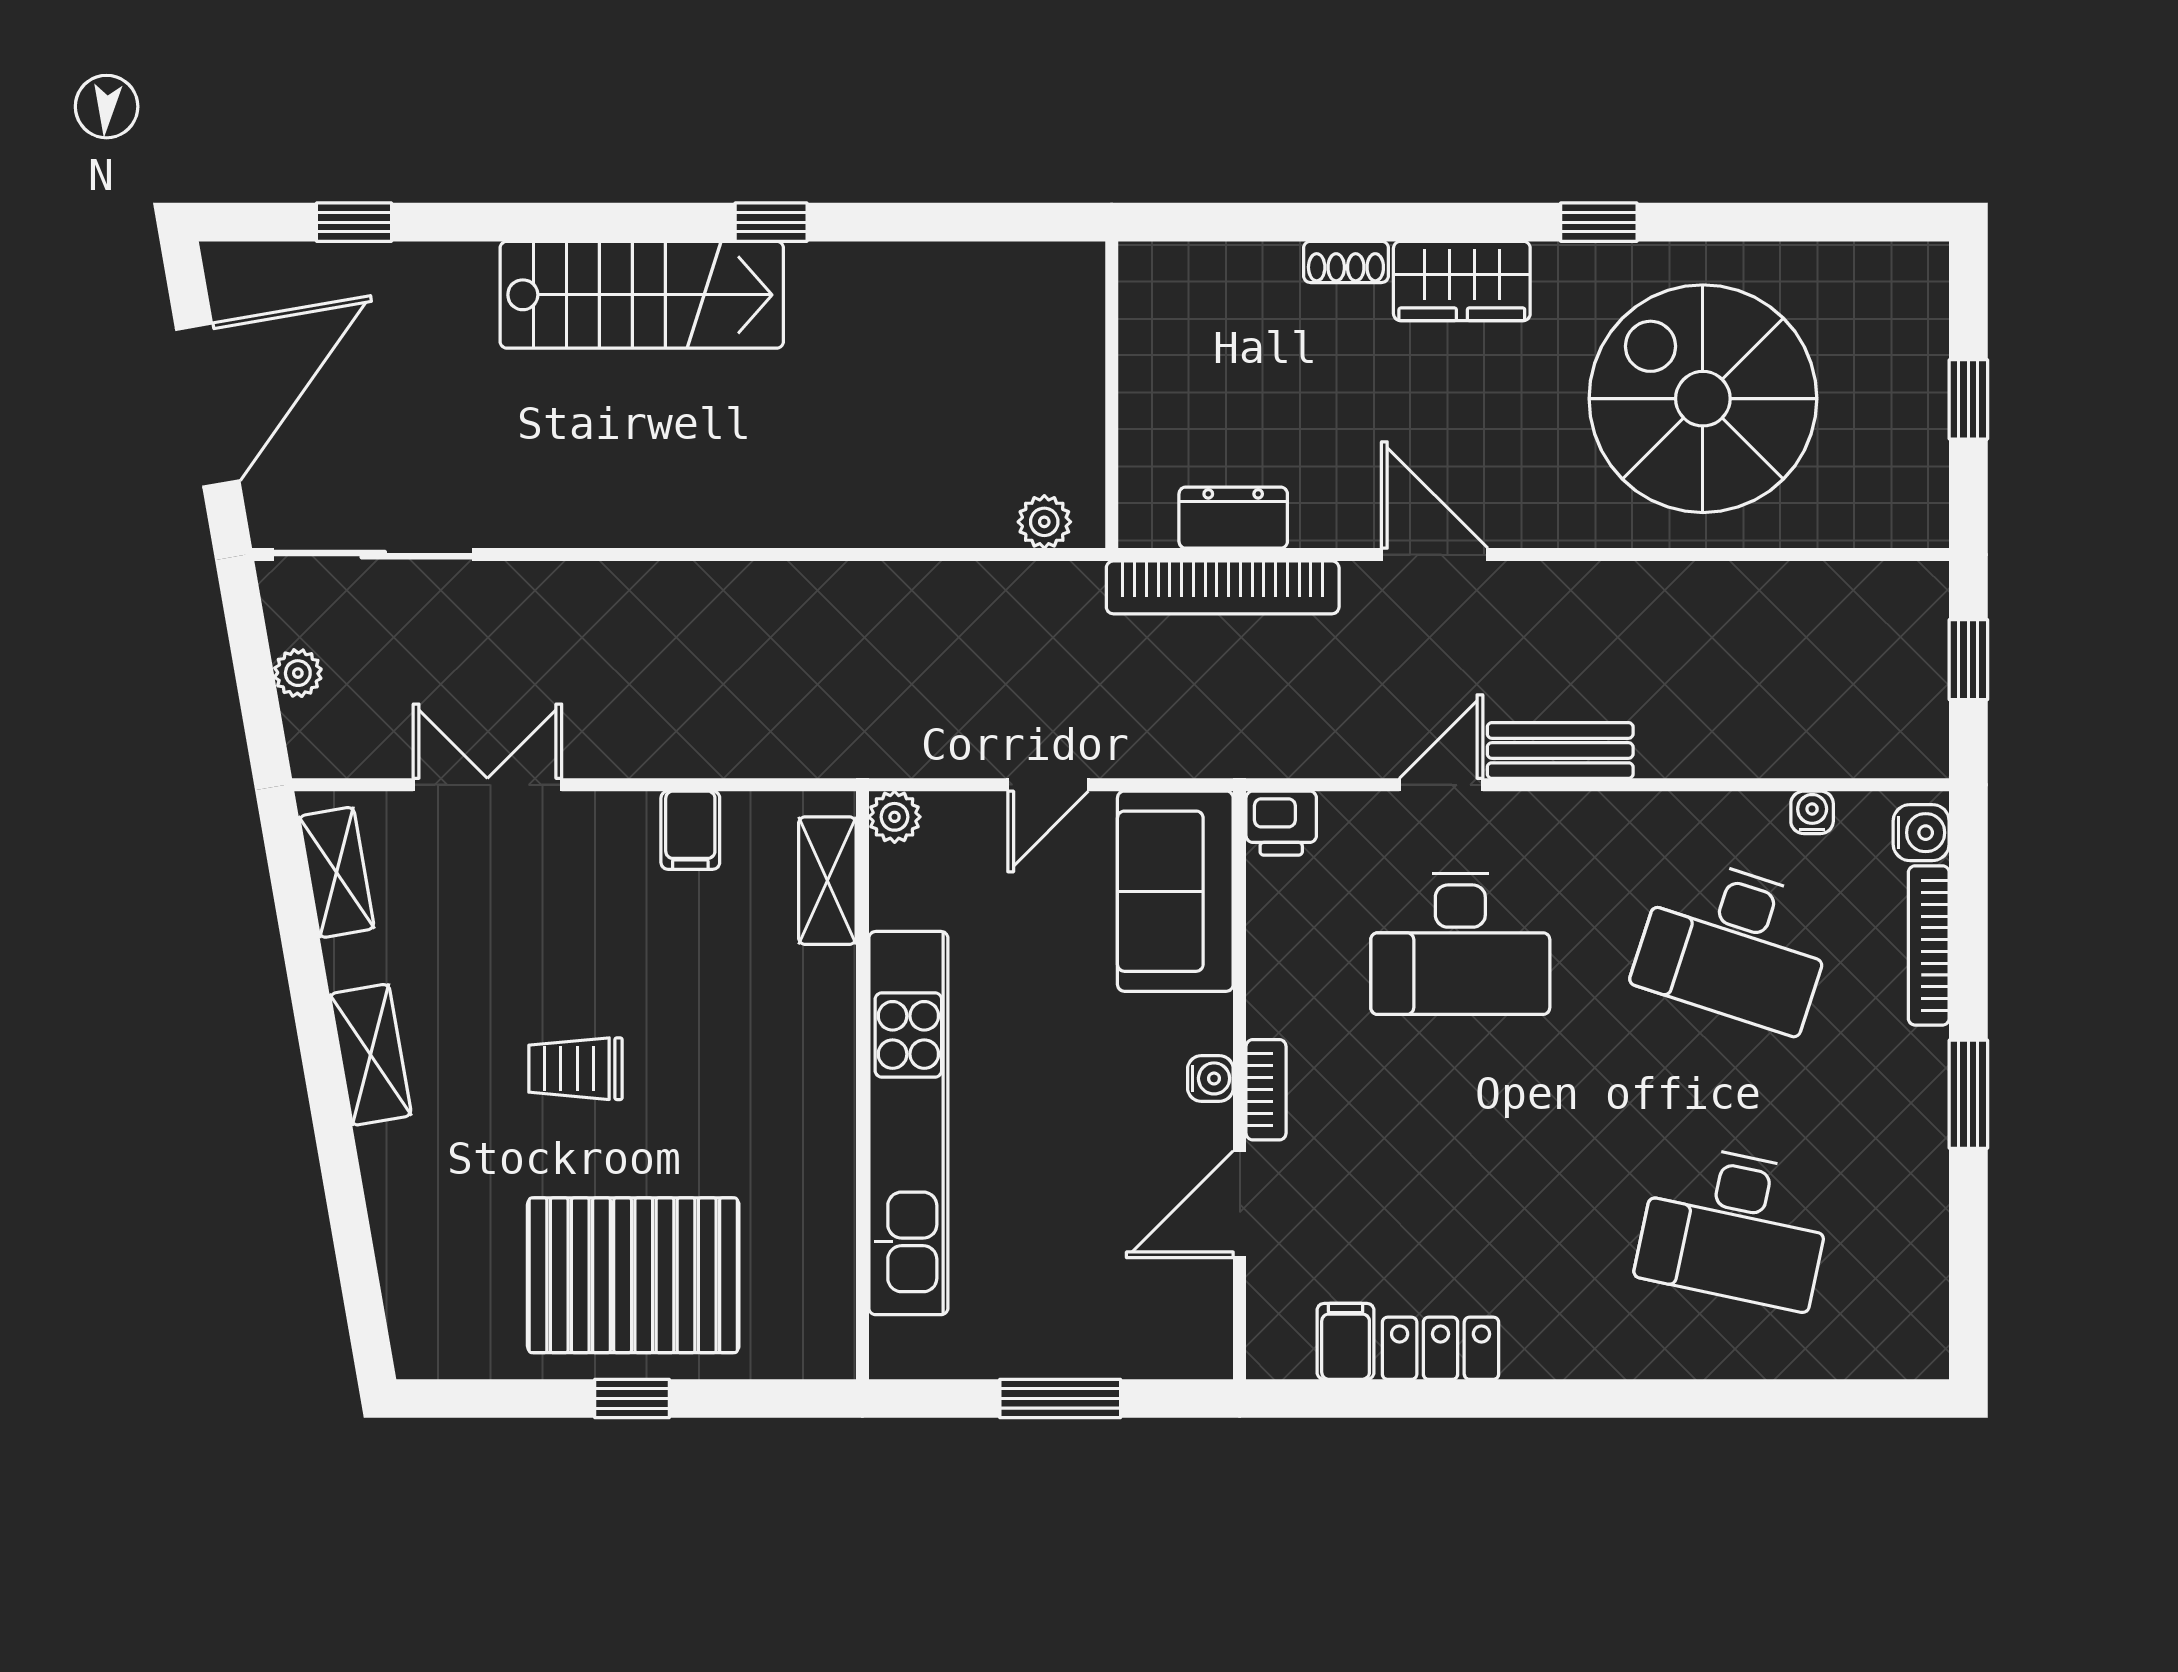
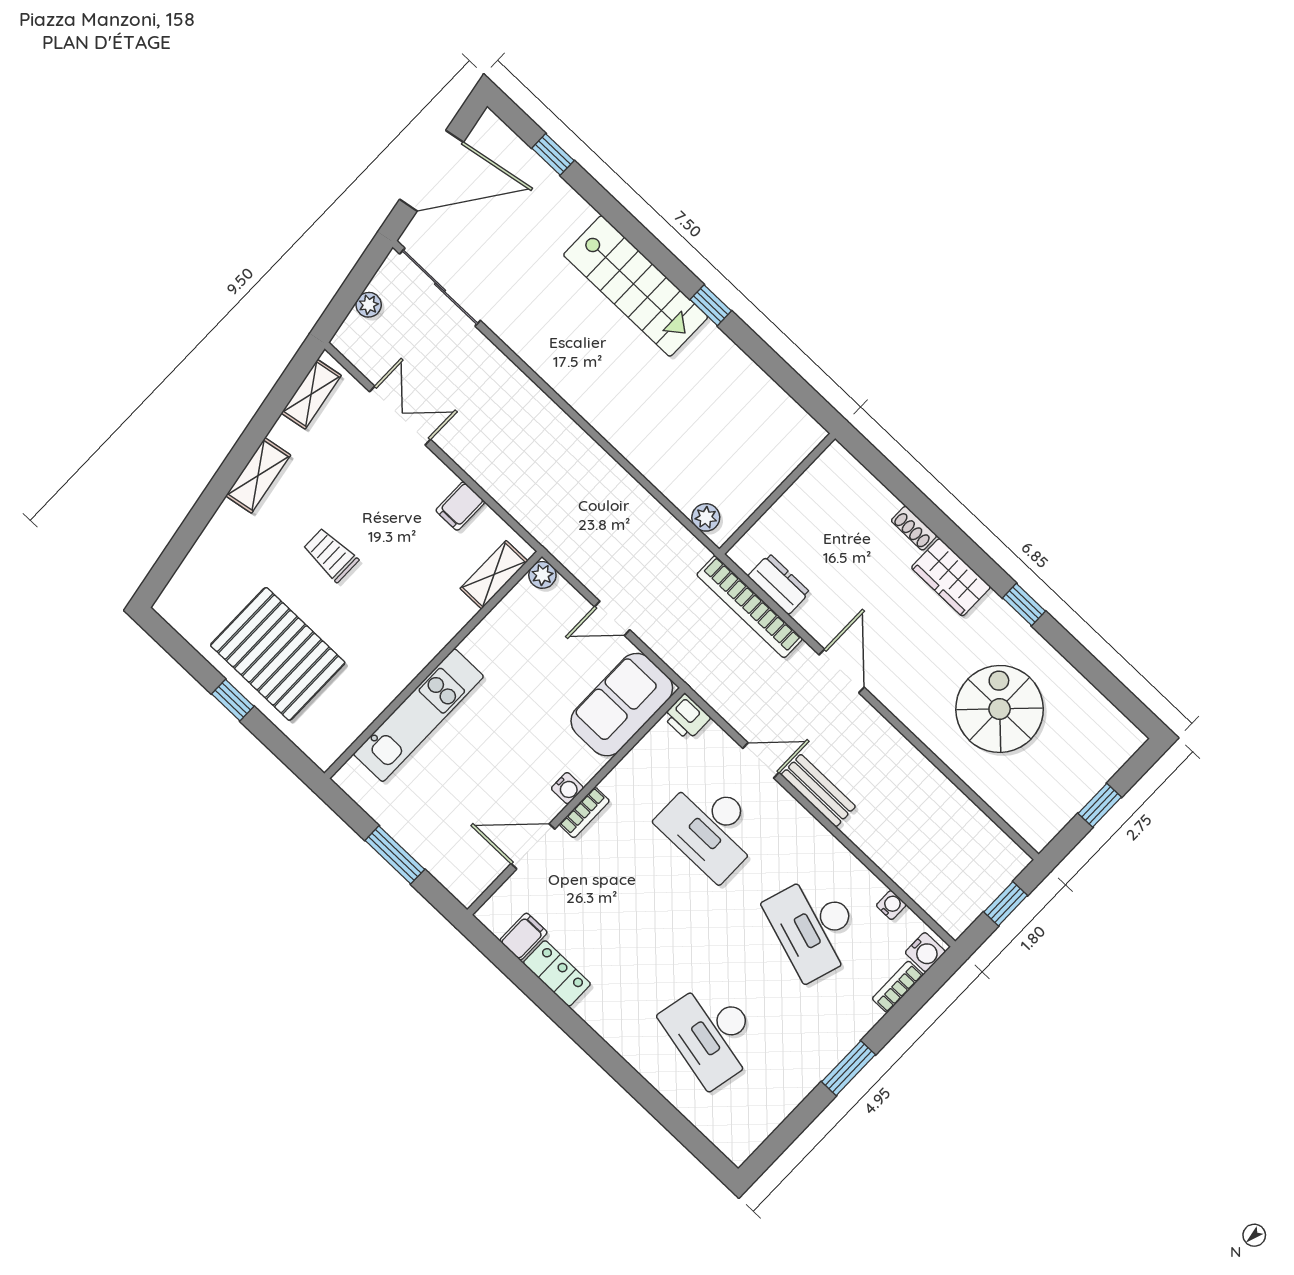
spiral stairs: (1703, 399) -> (1000, 709), width x0.73, depth x0.73
bookcase: (1929, 945) -> (898, 987), width x0.64
kitchen unit: (908, 1123) -> (418, 715), width x0.73

